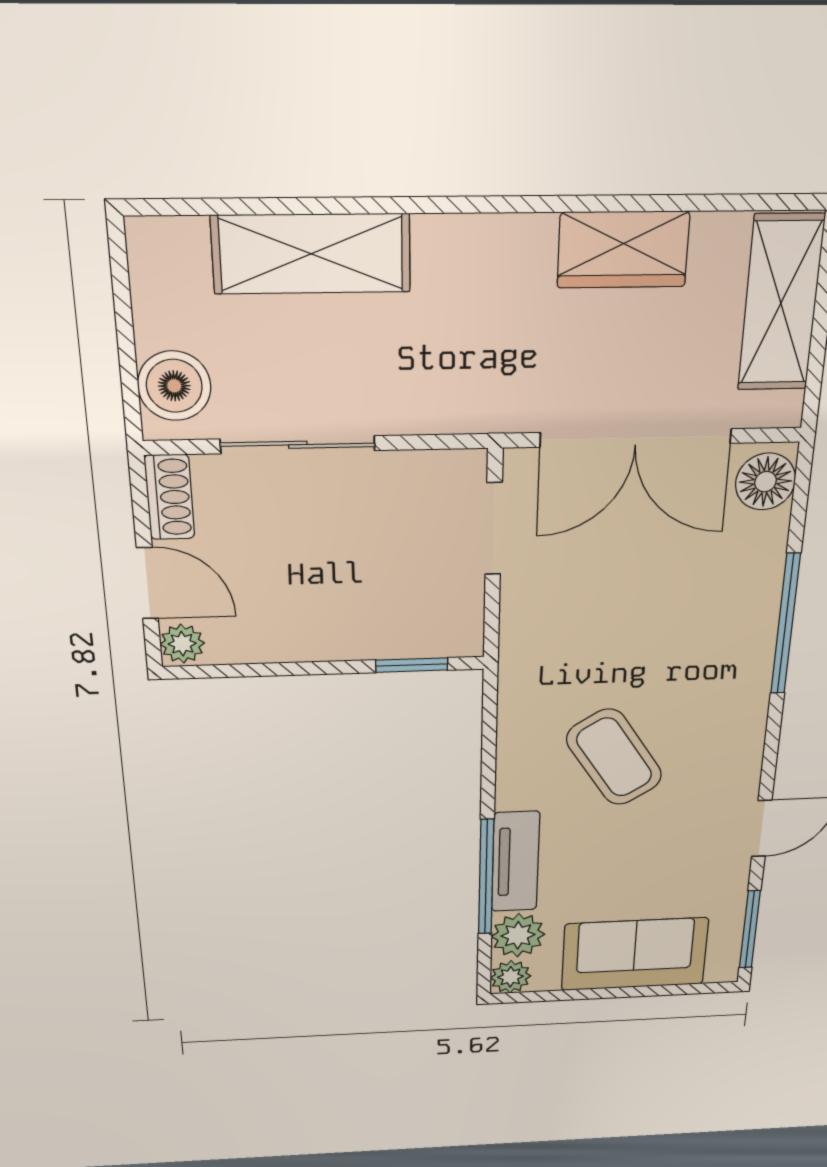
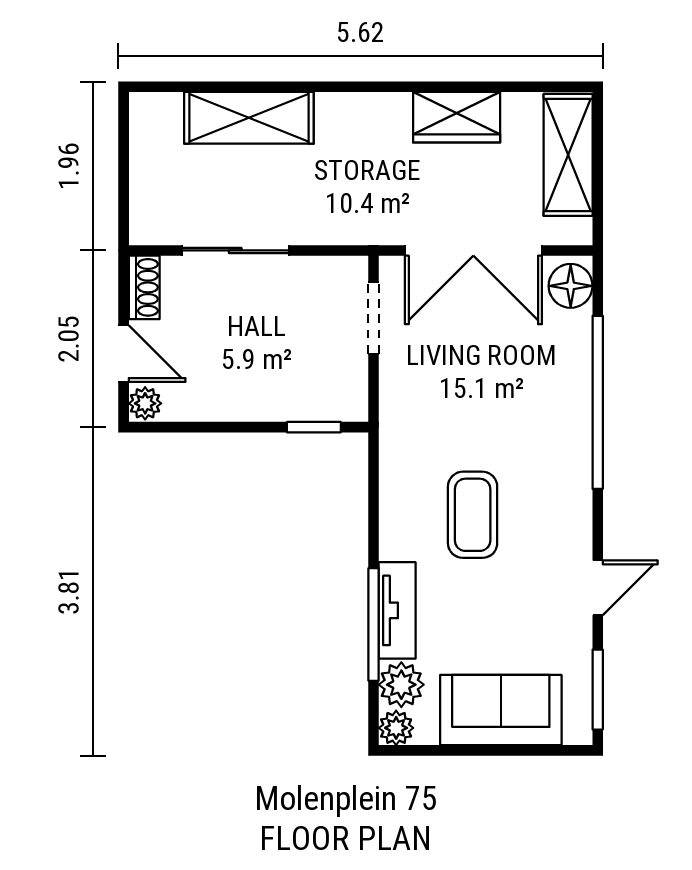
boiler: (174, 386) -> (153, 206), removed
window: (785, 624) -> (598, 402), width x1.46
coffee table: (614, 757) -> (473, 515), turned 33

